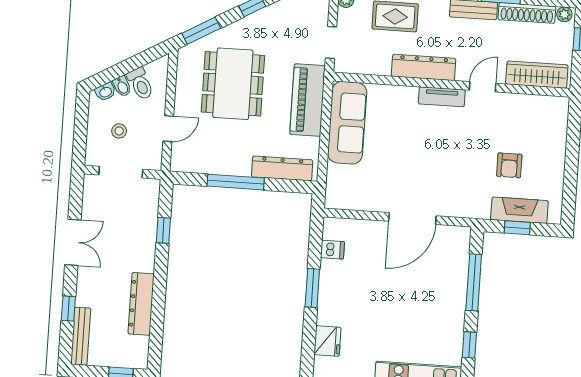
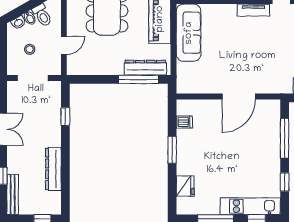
window: (236, 182) -> (138, 79), moved

